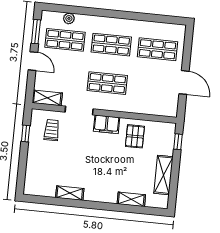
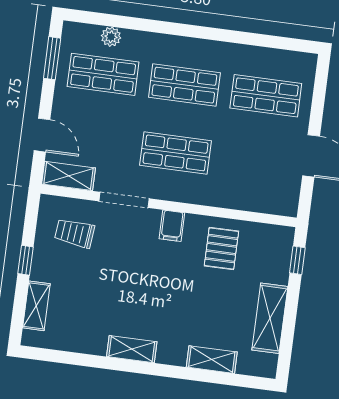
door: (33, 61) -> (42, 135), moved
filing cabinet: (107, 124) -> (172, 226), width x0.50
trolley: (52, 130) -> (75, 233), turned -84
window: (26, 133) -> (25, 260), moved
shelving: (31, 172) -> (36, 306), added
shelving: (70, 193) -> (132, 349), moved

